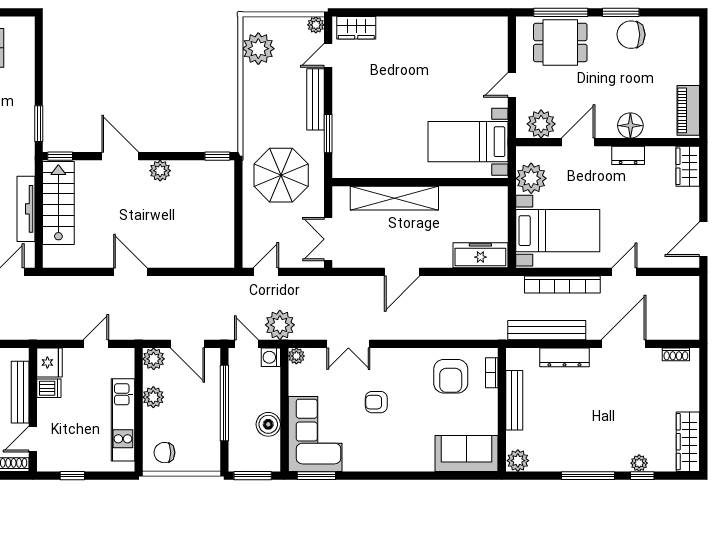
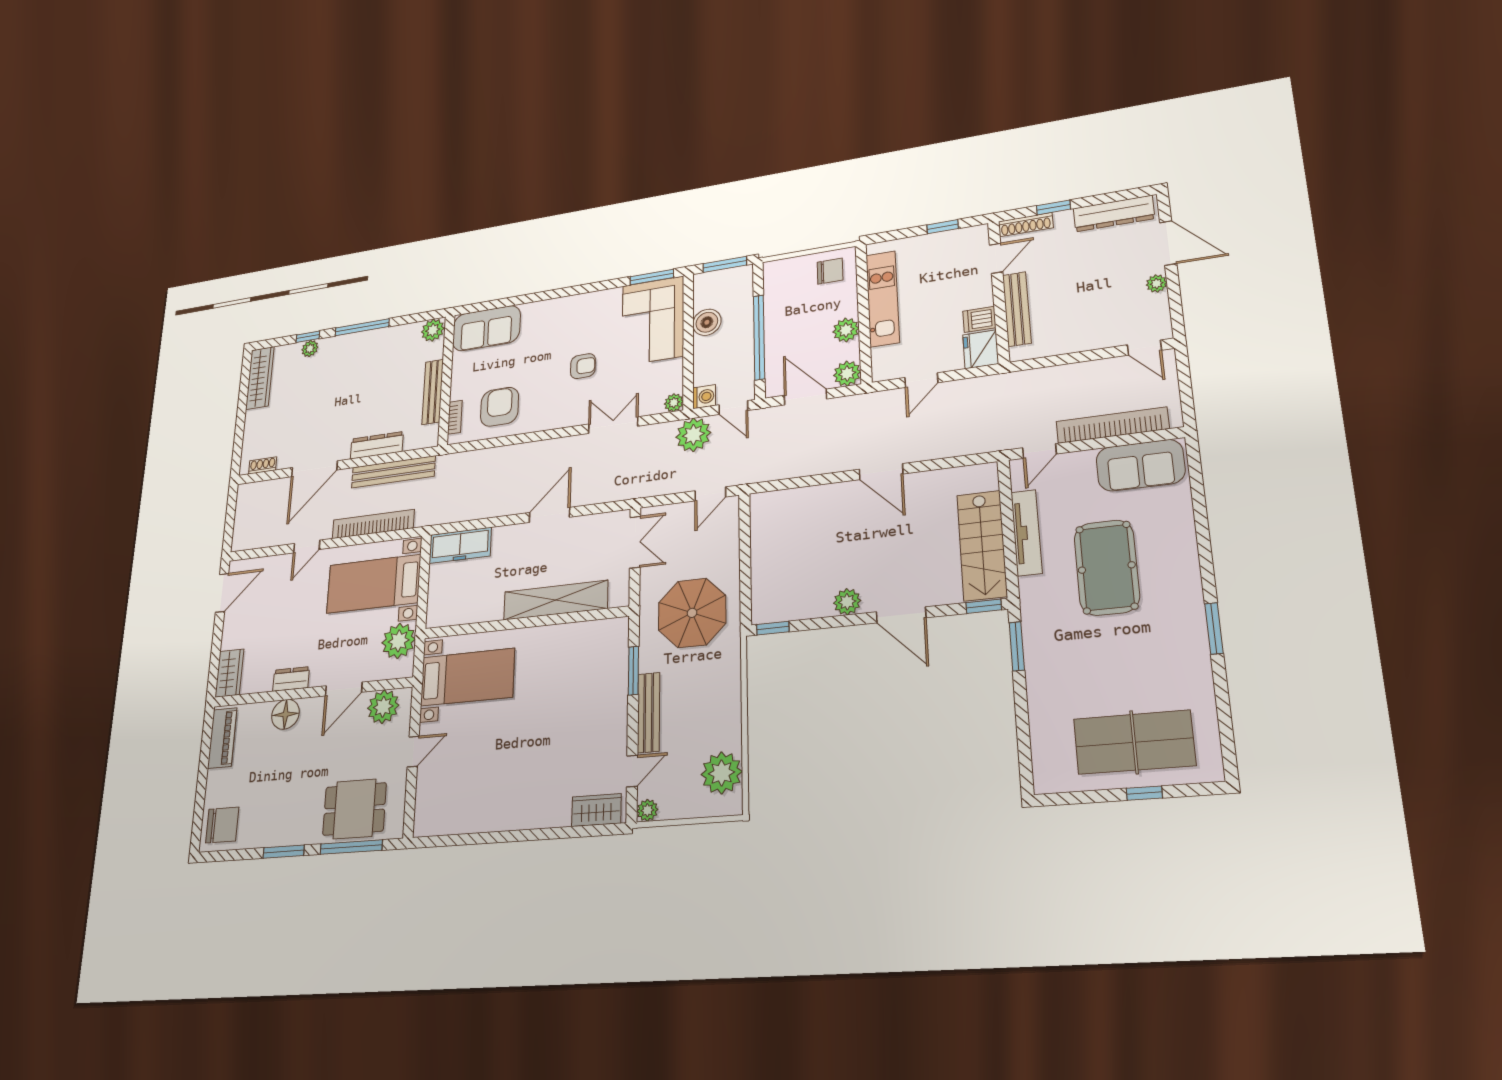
chair: (631, 35) -> (222, 825), moved

